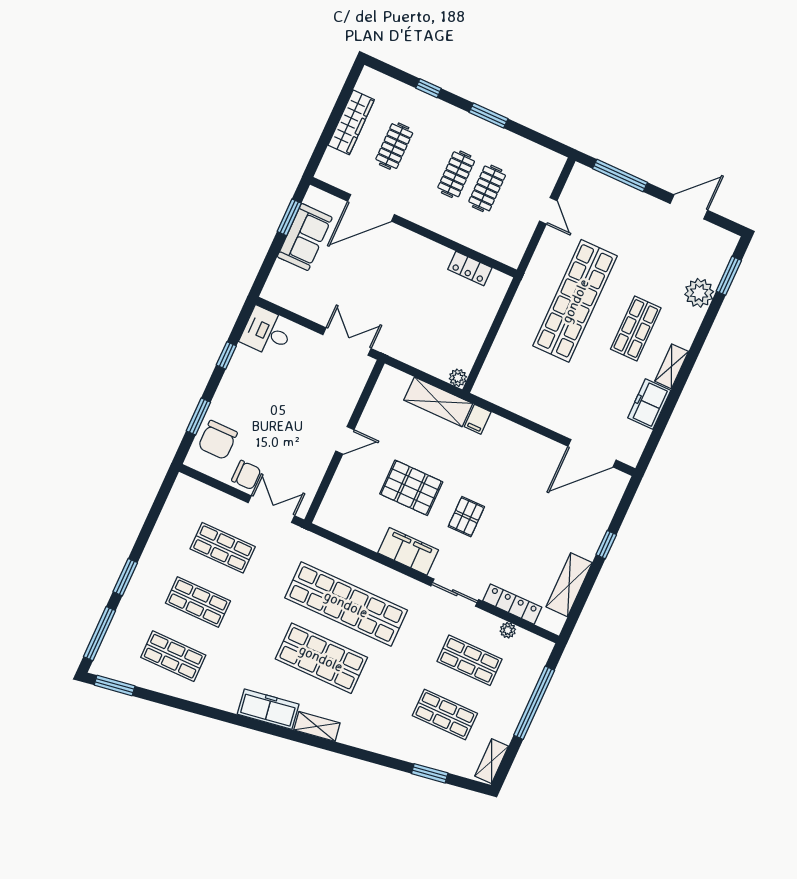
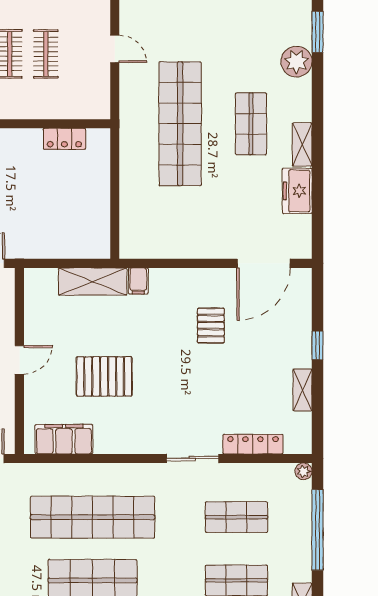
plant: (458, 378) -> (101, 250), removed
pallet: (466, 517) -> (211, 326), moved
filing cabinet: (408, 551) -> (64, 439), moved
shelving: (569, 585) -> (302, 390), width x0.67, depth x0.75
plant: (508, 630) -> (304, 471), moved

